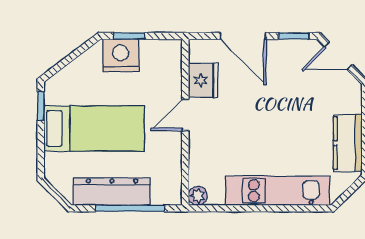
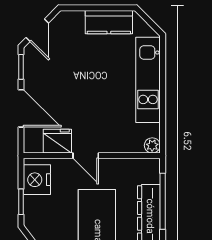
door: (243, 36) -> (21, 108), hinge flipped
nightstand: (121, 55) -> (37, 180), moved

